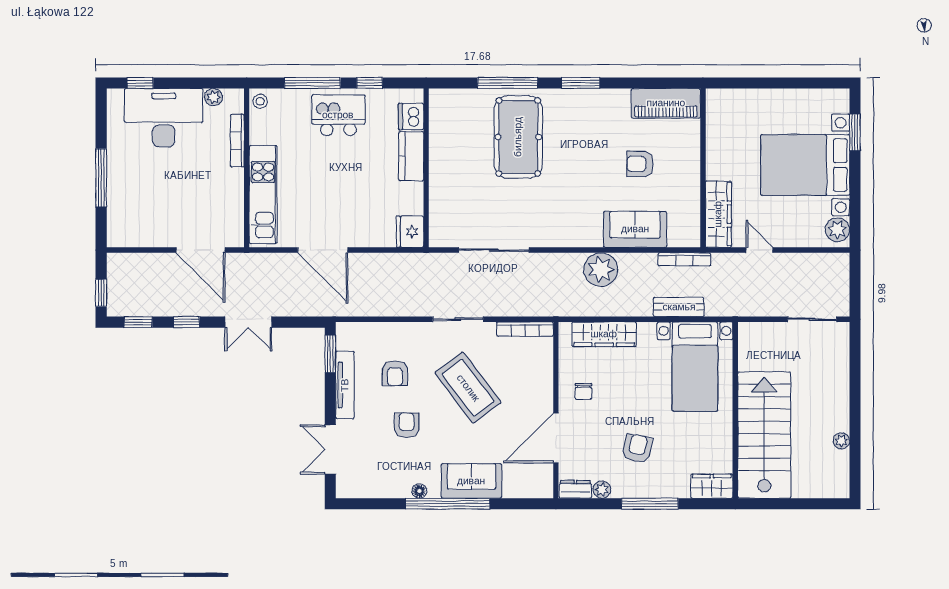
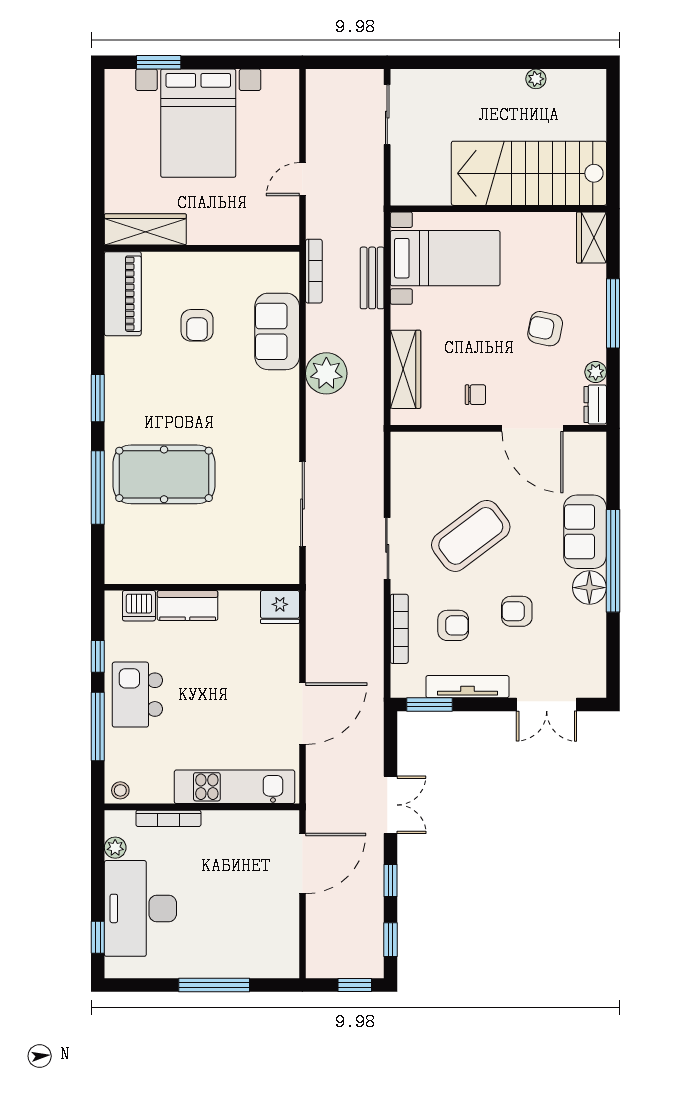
wardrobe: (718, 214) -> (145, 229), moved
plant: (837, 230) -> (278, 84), removed
bookcase: (525, 329) -> (399, 629), moved
floor lamp: (419, 491) -> (589, 588), width x1.89, depth x1.89

